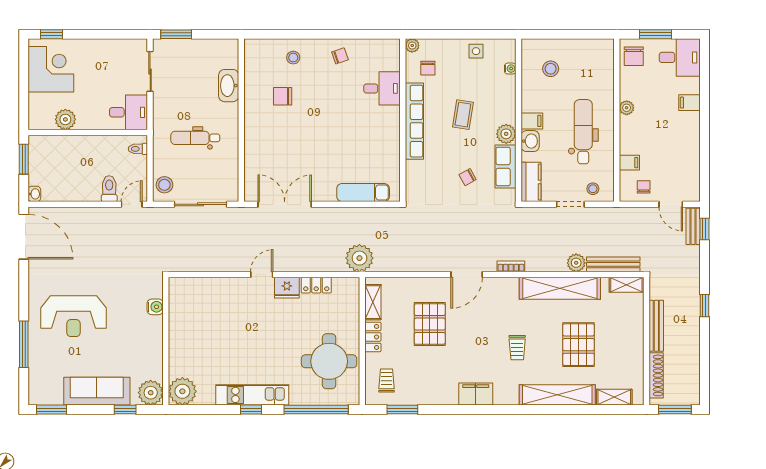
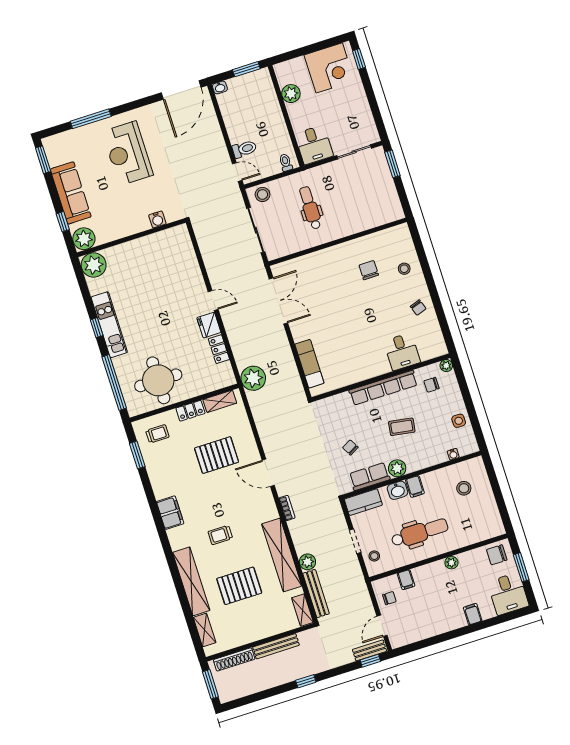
washbasin: (229, 86) -> (363, 222), removed

